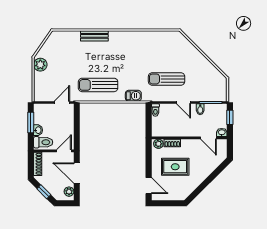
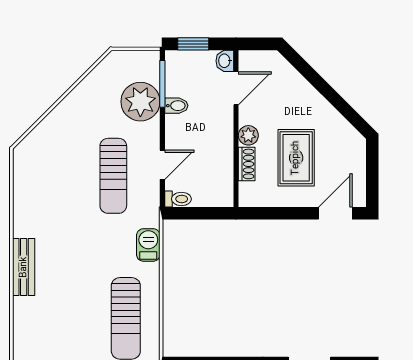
bench: (94, 36) -> (24, 267), moved
plant: (202, 92) -> (140, 102), added
door: (184, 103) -> (162, 165), moved
plant: (158, 144) -> (248, 135), moved

